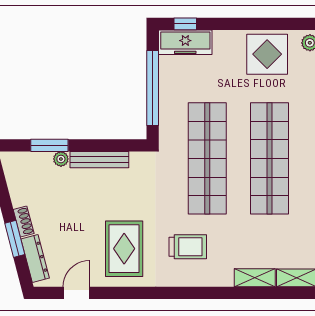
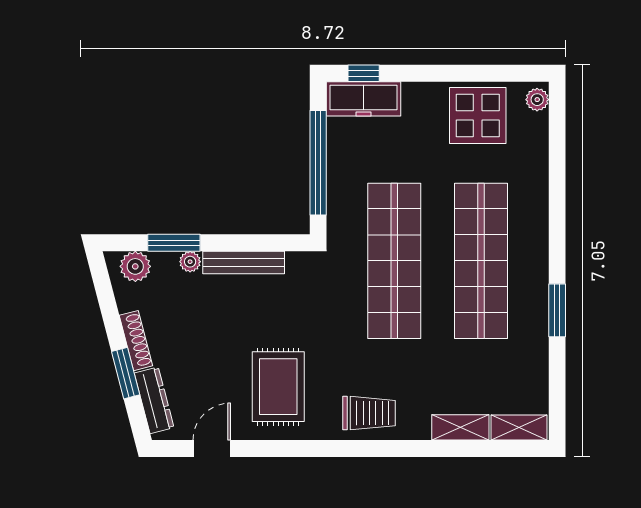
plant: (22, 162) -> (135, 266), added
shoe rack: (24, 222) -> (136, 341), width x1.43
trolley: (188, 247) -> (369, 413), moved

